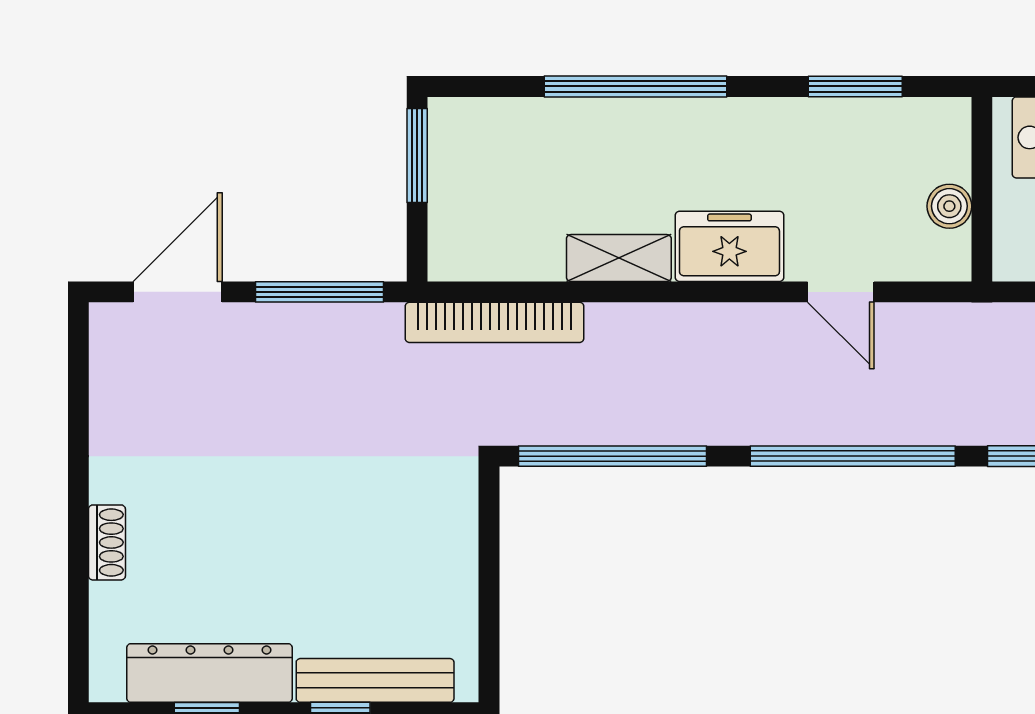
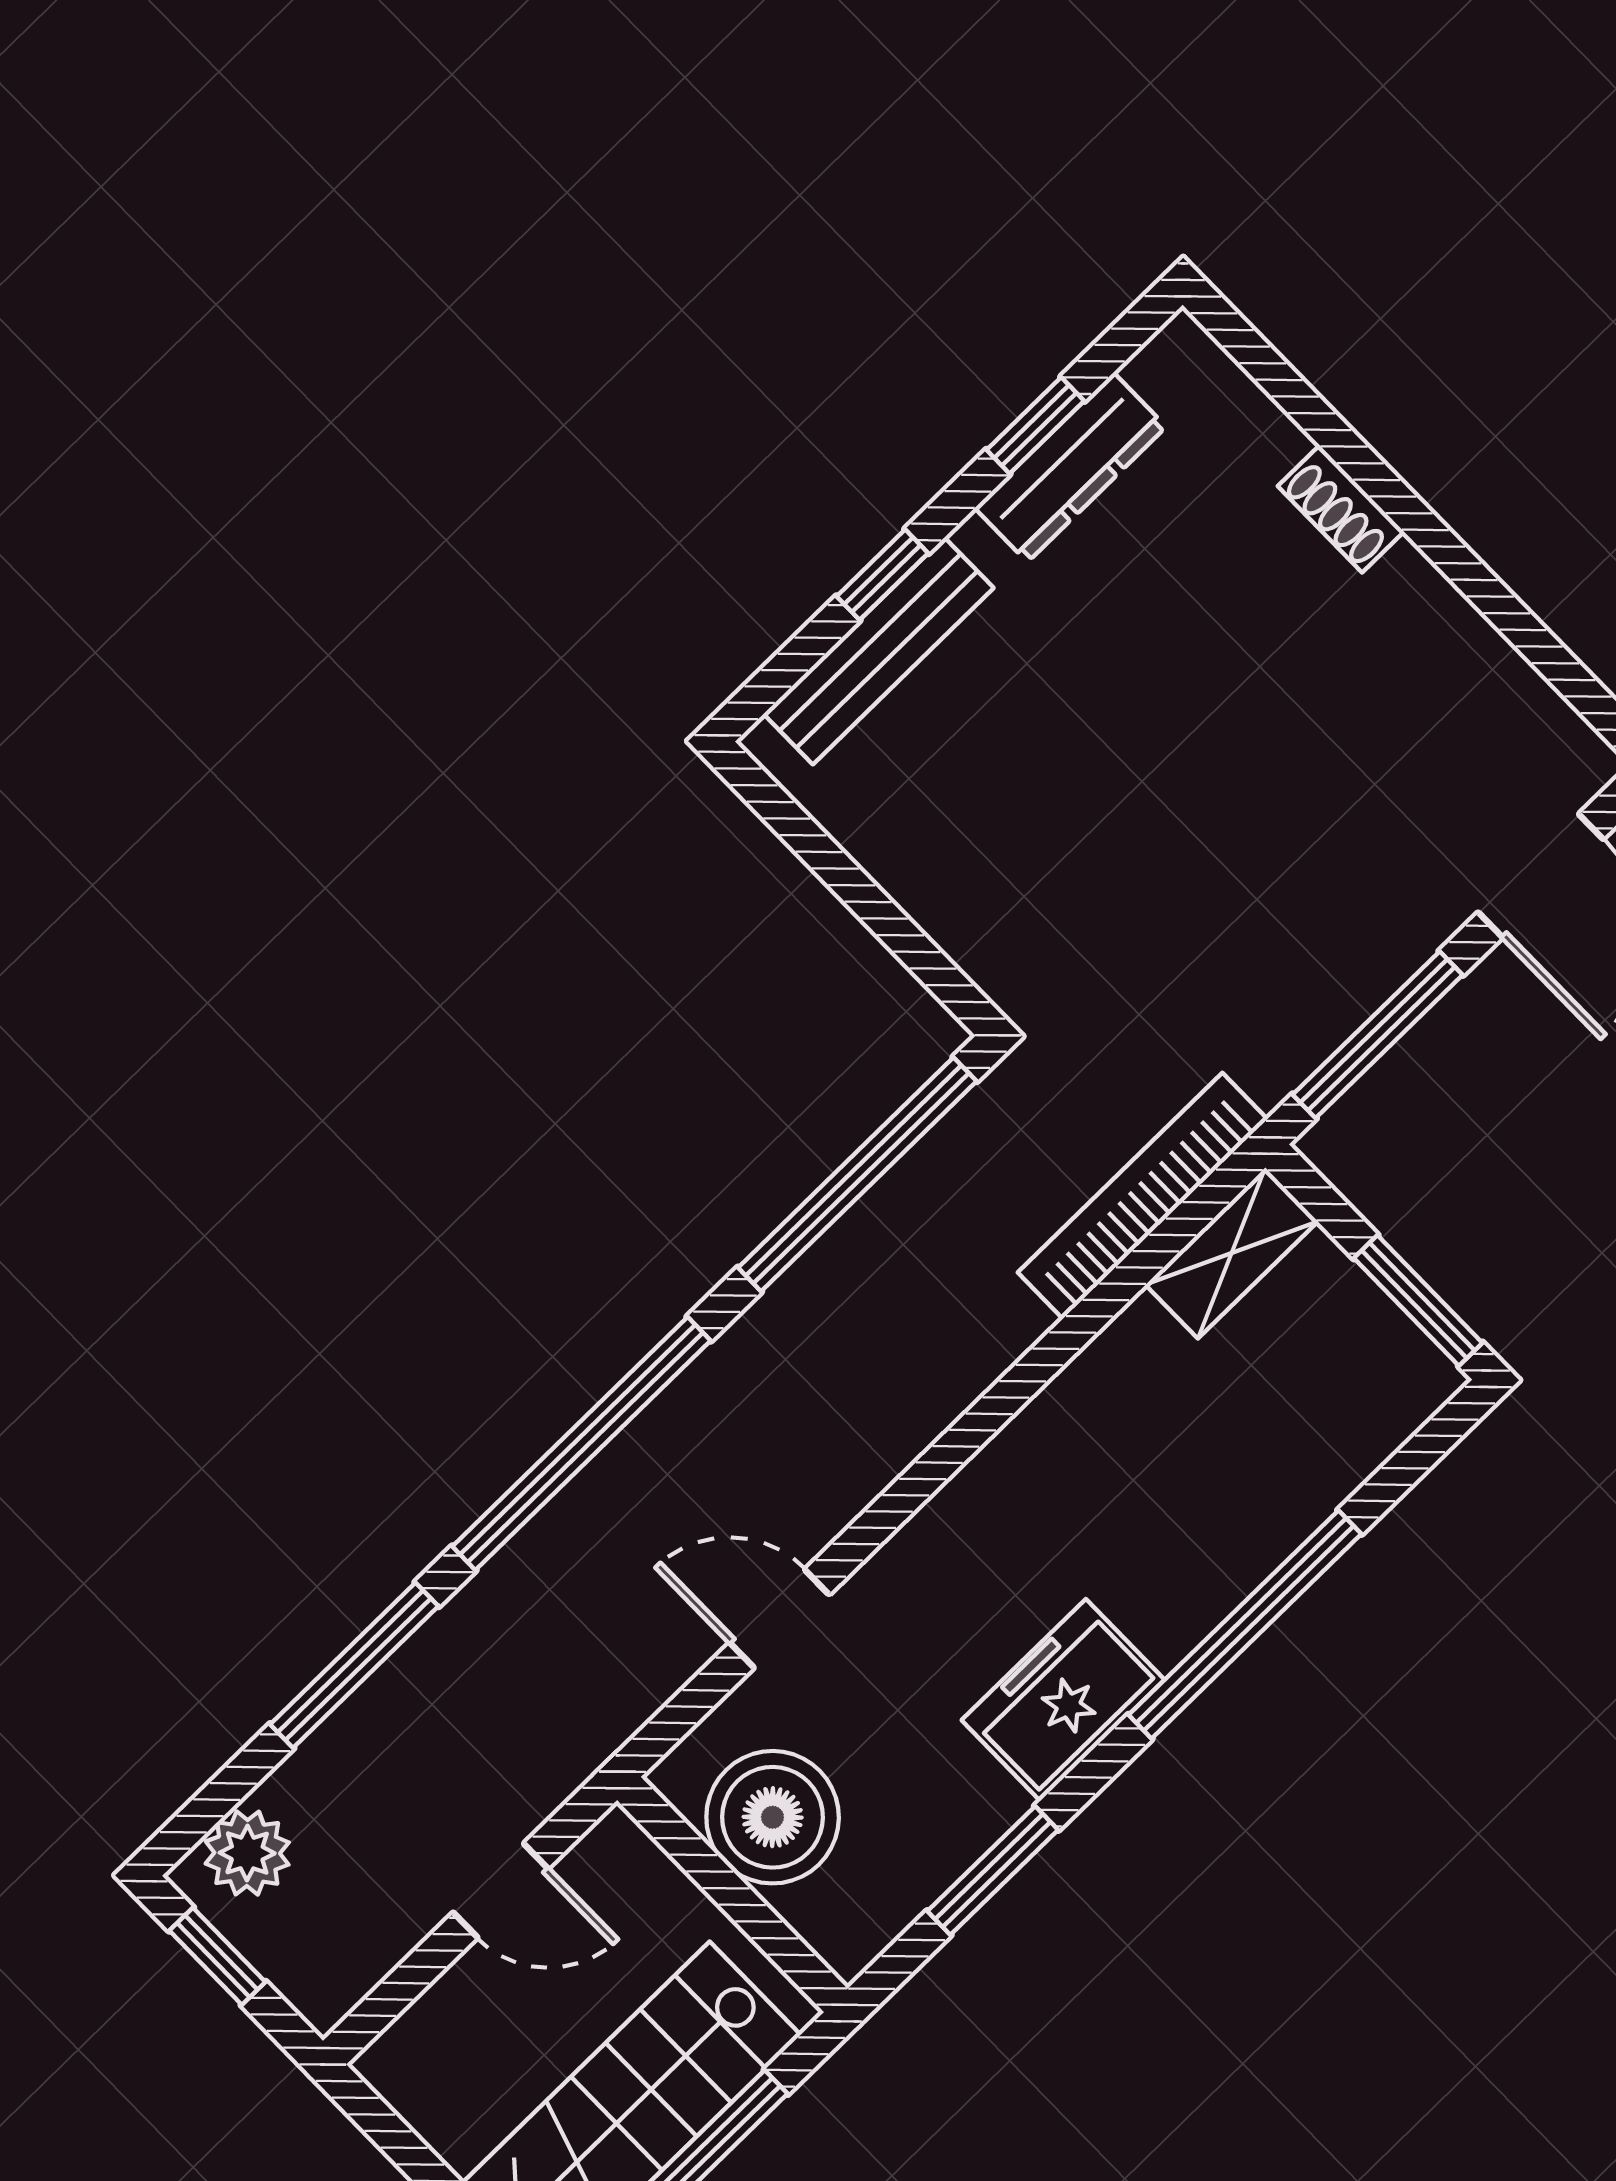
boiler: (949, 206) -> (773, 1817), width x1.86, depth x1.86
freezer: (729, 246) -> (1063, 1700), moved, turned 180
shelving: (619, 258) -> (1232, 1253), moved
dresser: (209, 673) -> (1070, 467), width x0.73, depth x0.80

